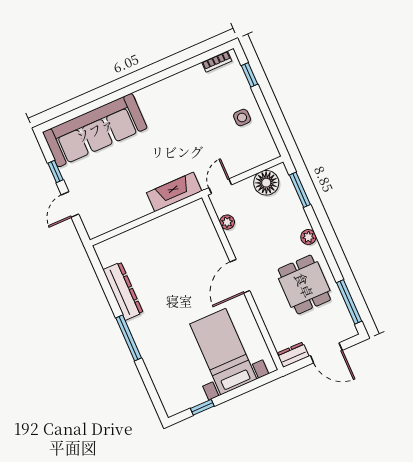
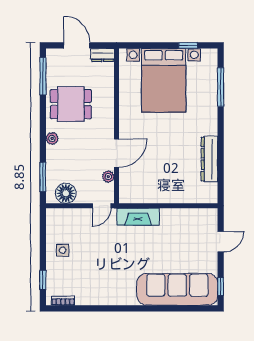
window: (56, 171) -> (221, 287), moved
door: (240, 276) -> (117, 153), moved
dining table: (304, 285) -> (71, 104), turned 90
window: (129, 338) -> (221, 87), moved
bed with nightstands: (223, 352) -> (164, 80), width x1.36

